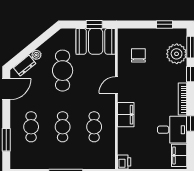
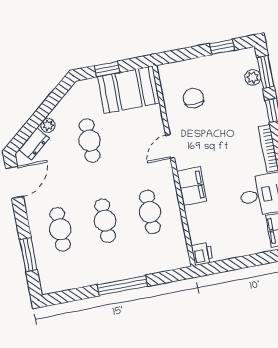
window: (94, 24) -> (107, 69), moved
plant: (177, 54) -> (253, 77), width x0.53, depth x0.53
cafe table: (63, 71) -> (90, 141), width x0.73, depth x0.74

